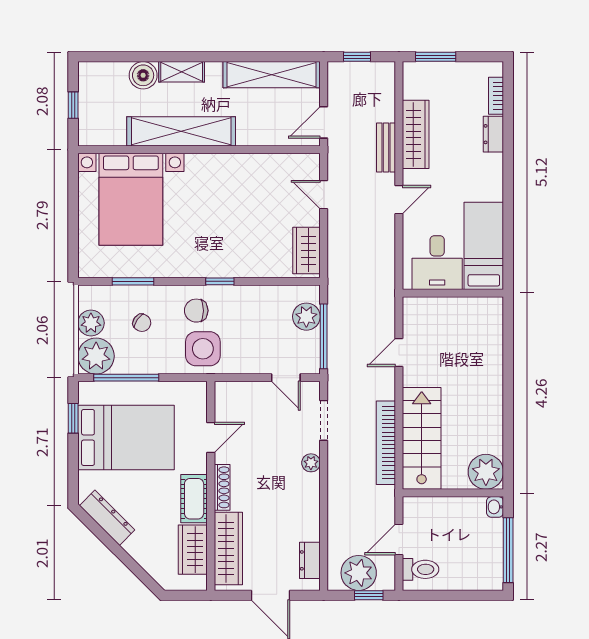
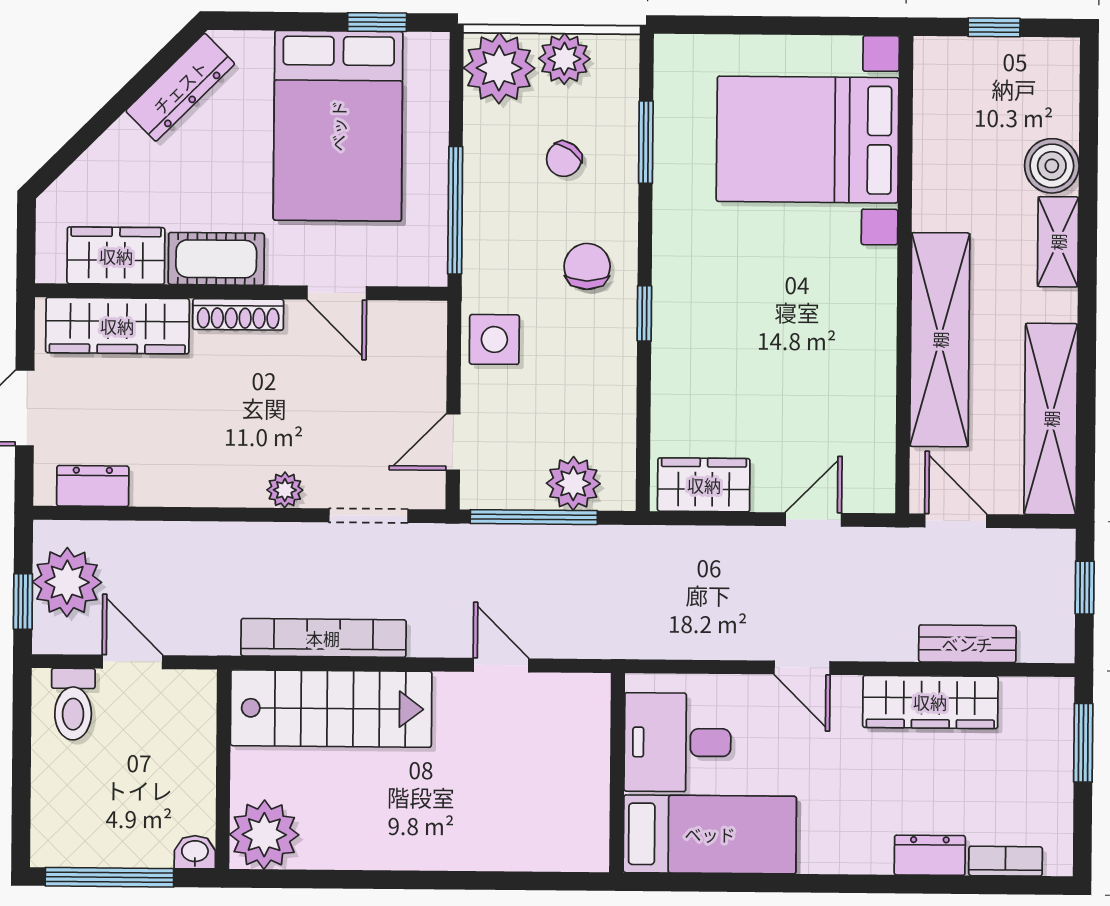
shelving: (181, 131) -> (940, 340), moved
bench: (386, 147) -> (967, 644), moved
side table: (203, 349) -> (494, 339), moved, width x0.73, depth x0.73
window: (126, 378) -> (455, 210), moved

